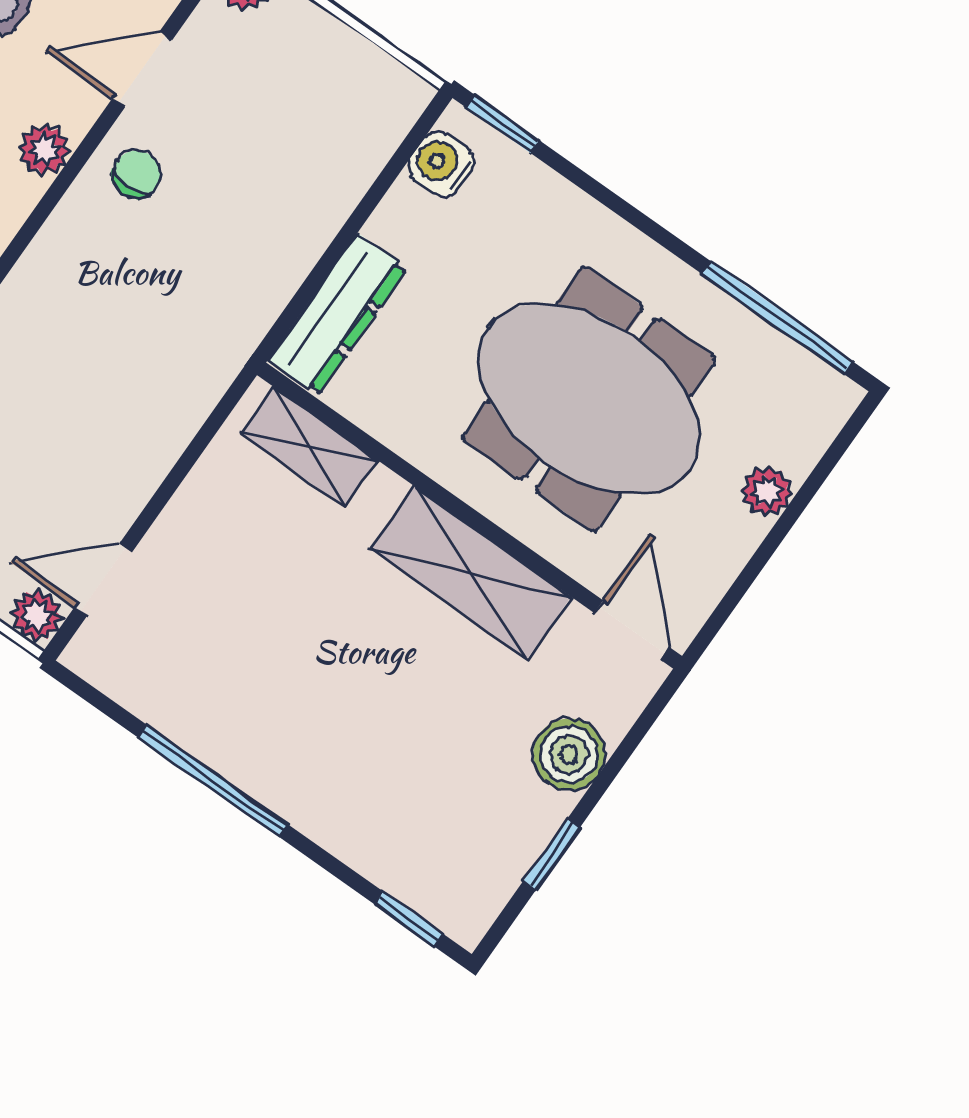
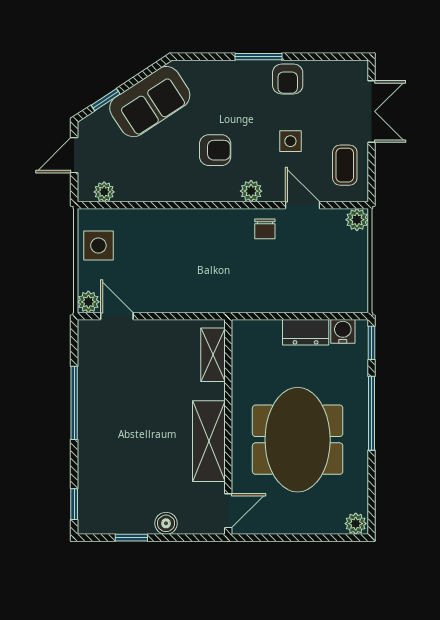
chair: (136, 174) -> (265, 229), turned 90
dresser: (337, 314) -> (306, 332), moved, width x0.70
window: (778, 318) -> (371, 413), moved
plant: (767, 491) -> (356, 524), moved
boiler: (569, 754) -> (166, 523), width x0.73, depth x0.73

